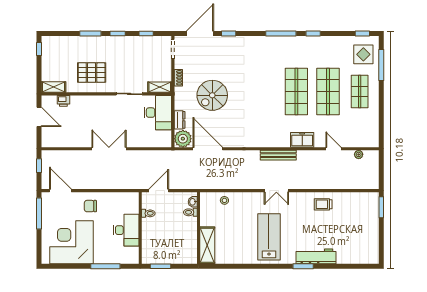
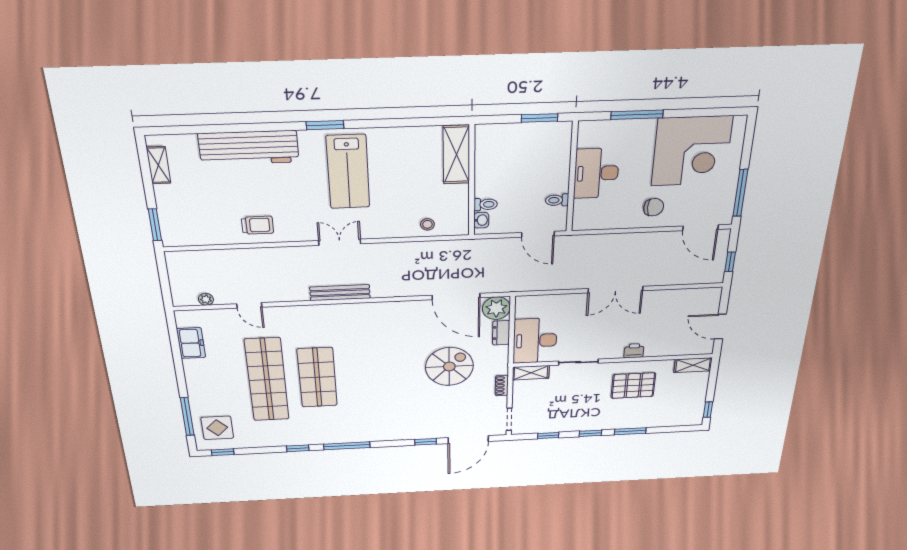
shop shelf: (328, 92) -> (267, 380), width x1.40
shop shelf: (360, 92) -> (217, 382), removed
printer: (63, 101) -> (634, 351), moved
freezer: (302, 140) -> (191, 343), moved, turned -90
door: (159, 191) -> (538, 234), hinge flipped
shelving: (374, 245) -> (159, 165), added
workbench: (316, 256) -> (249, 148), width x1.36, depth x1.32
window: (303, 266) -> (325, 125), moved

